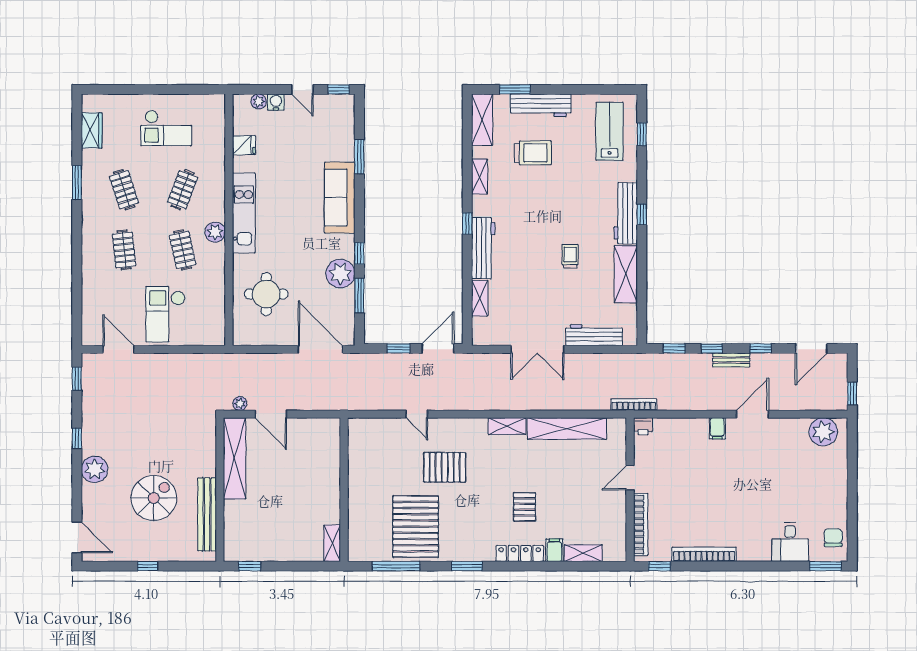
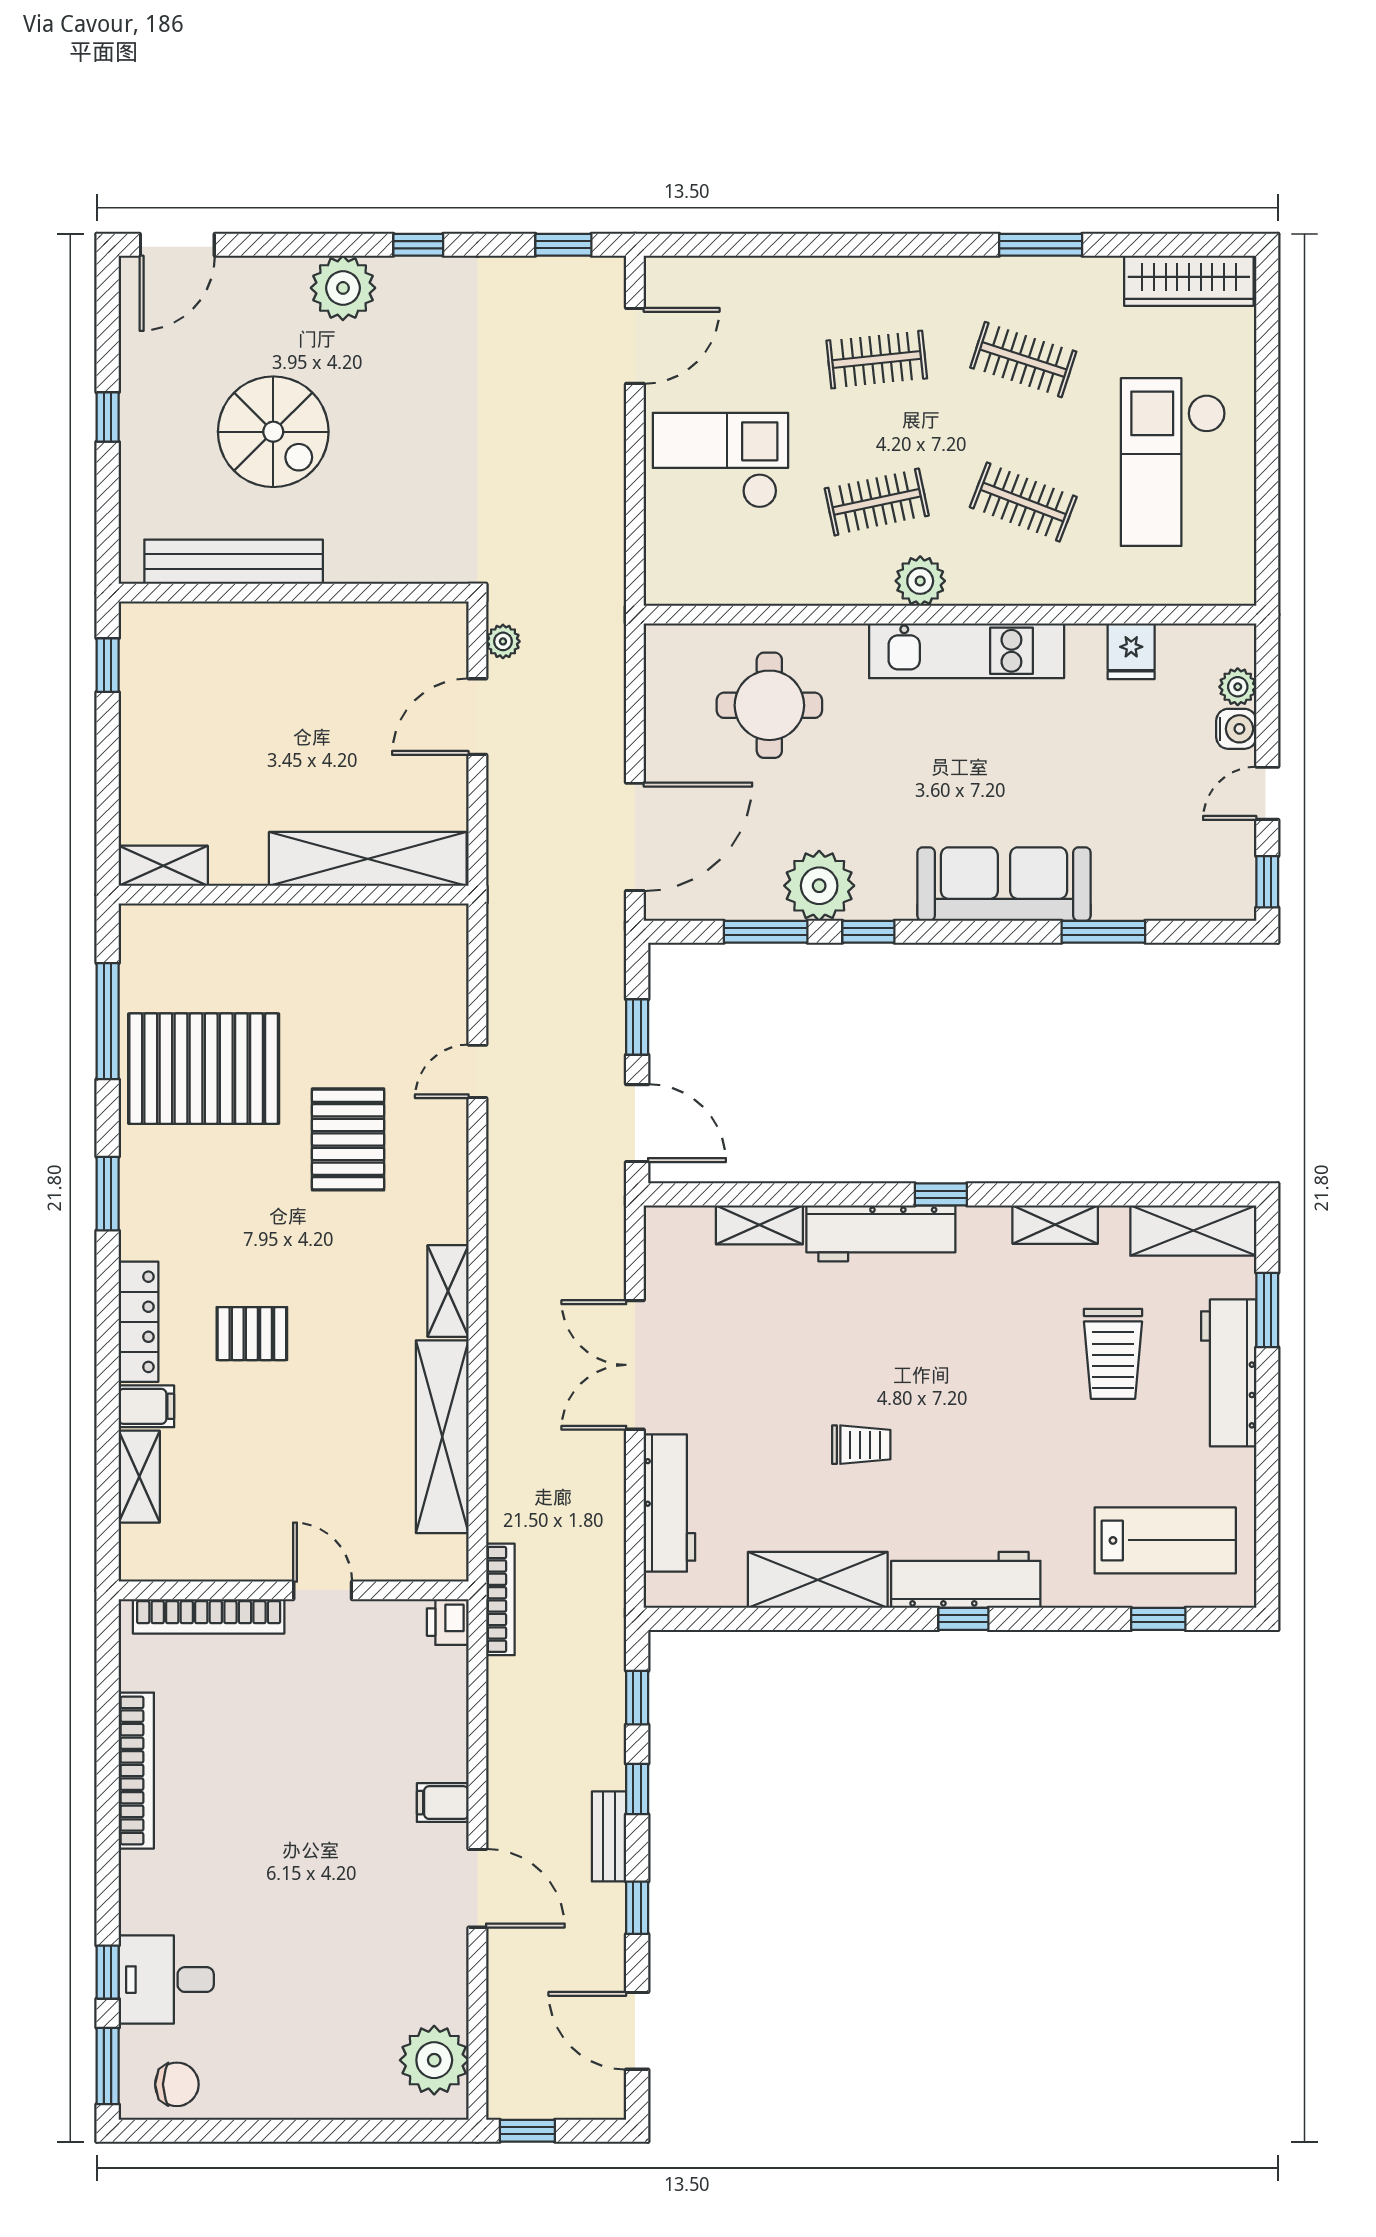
checkout: (166, 128) -> (1173, 462), width x1.36, depth x1.21
wardrobe: (92, 130) -> (1189, 281), width x1.50
clothes rail: (124, 190) -> (1023, 360), turned 36
shelving: (235, 458) -> (368, 859), moved
window: (659, 566) -> (108, 1972), moved

